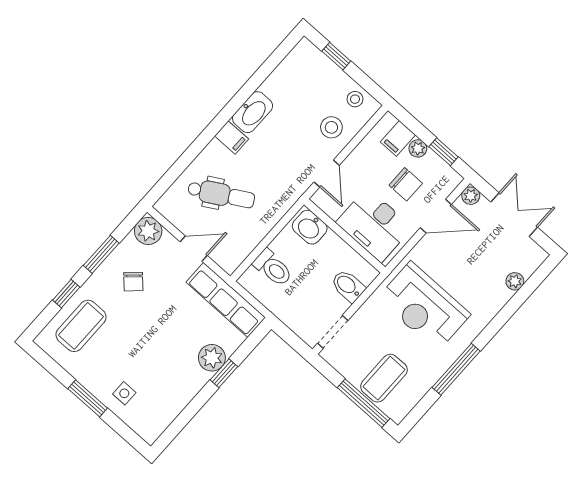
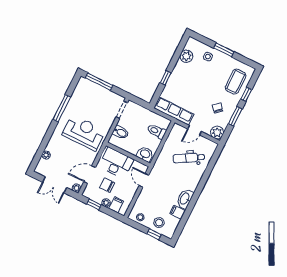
stool: (331, 127) -> (159, 222), moved
filing cabinet: (232, 137) -> (177, 212), moved
plant: (212, 358) -> (186, 56), moved
coffee table: (384, 378) -> (93, 95), removed

